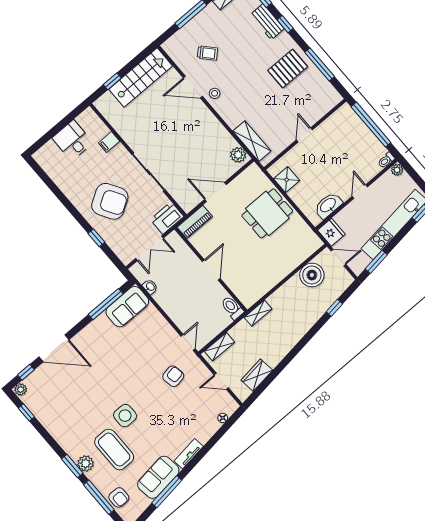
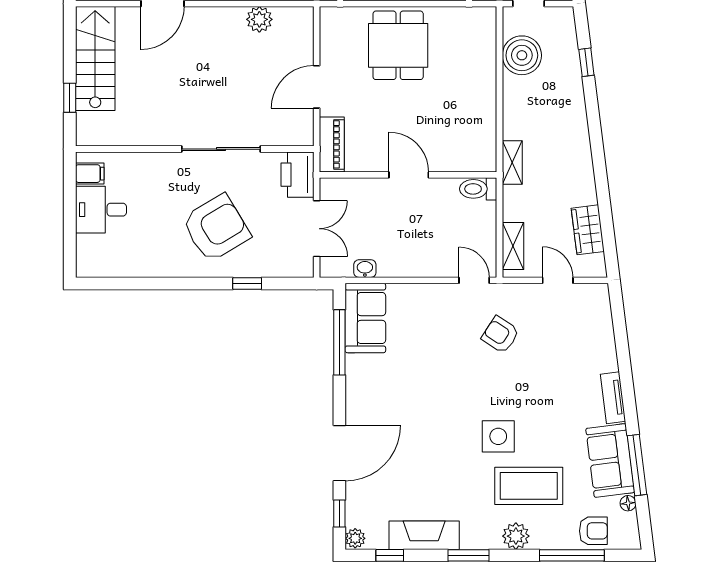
filing cabinet: (109, 142) -> (90, 174), moved, turned -90
plant: (238, 155) -> (259, 19), moved
armchair: (173, 376) -> (500, 335), turned -47
door: (221, 381) -> (558, 280), swing flipped
floor lamp: (223, 418) -> (628, 503), moved
fireplace: (49, 420) -> (424, 535), added
window: (72, 466) -> (468, 555), moved

